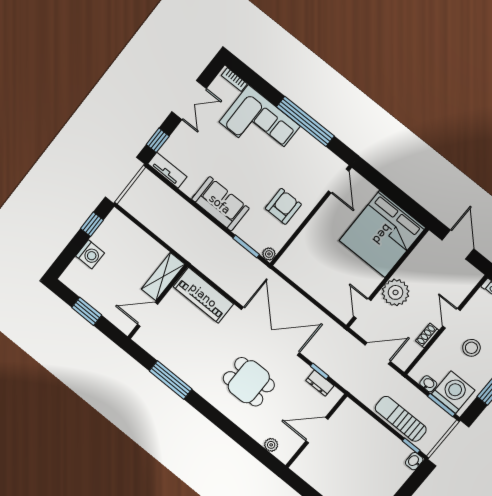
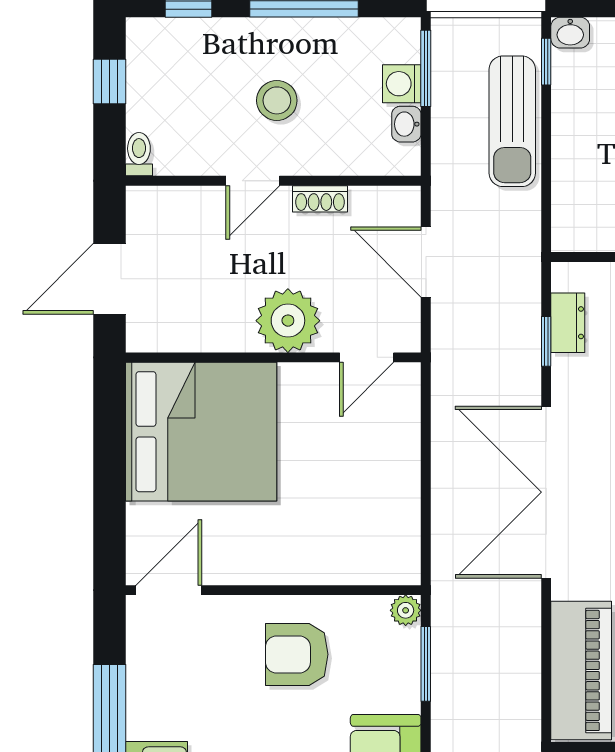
washing machine: (453, 392) -> (402, 84), width x0.53, depth x0.53

